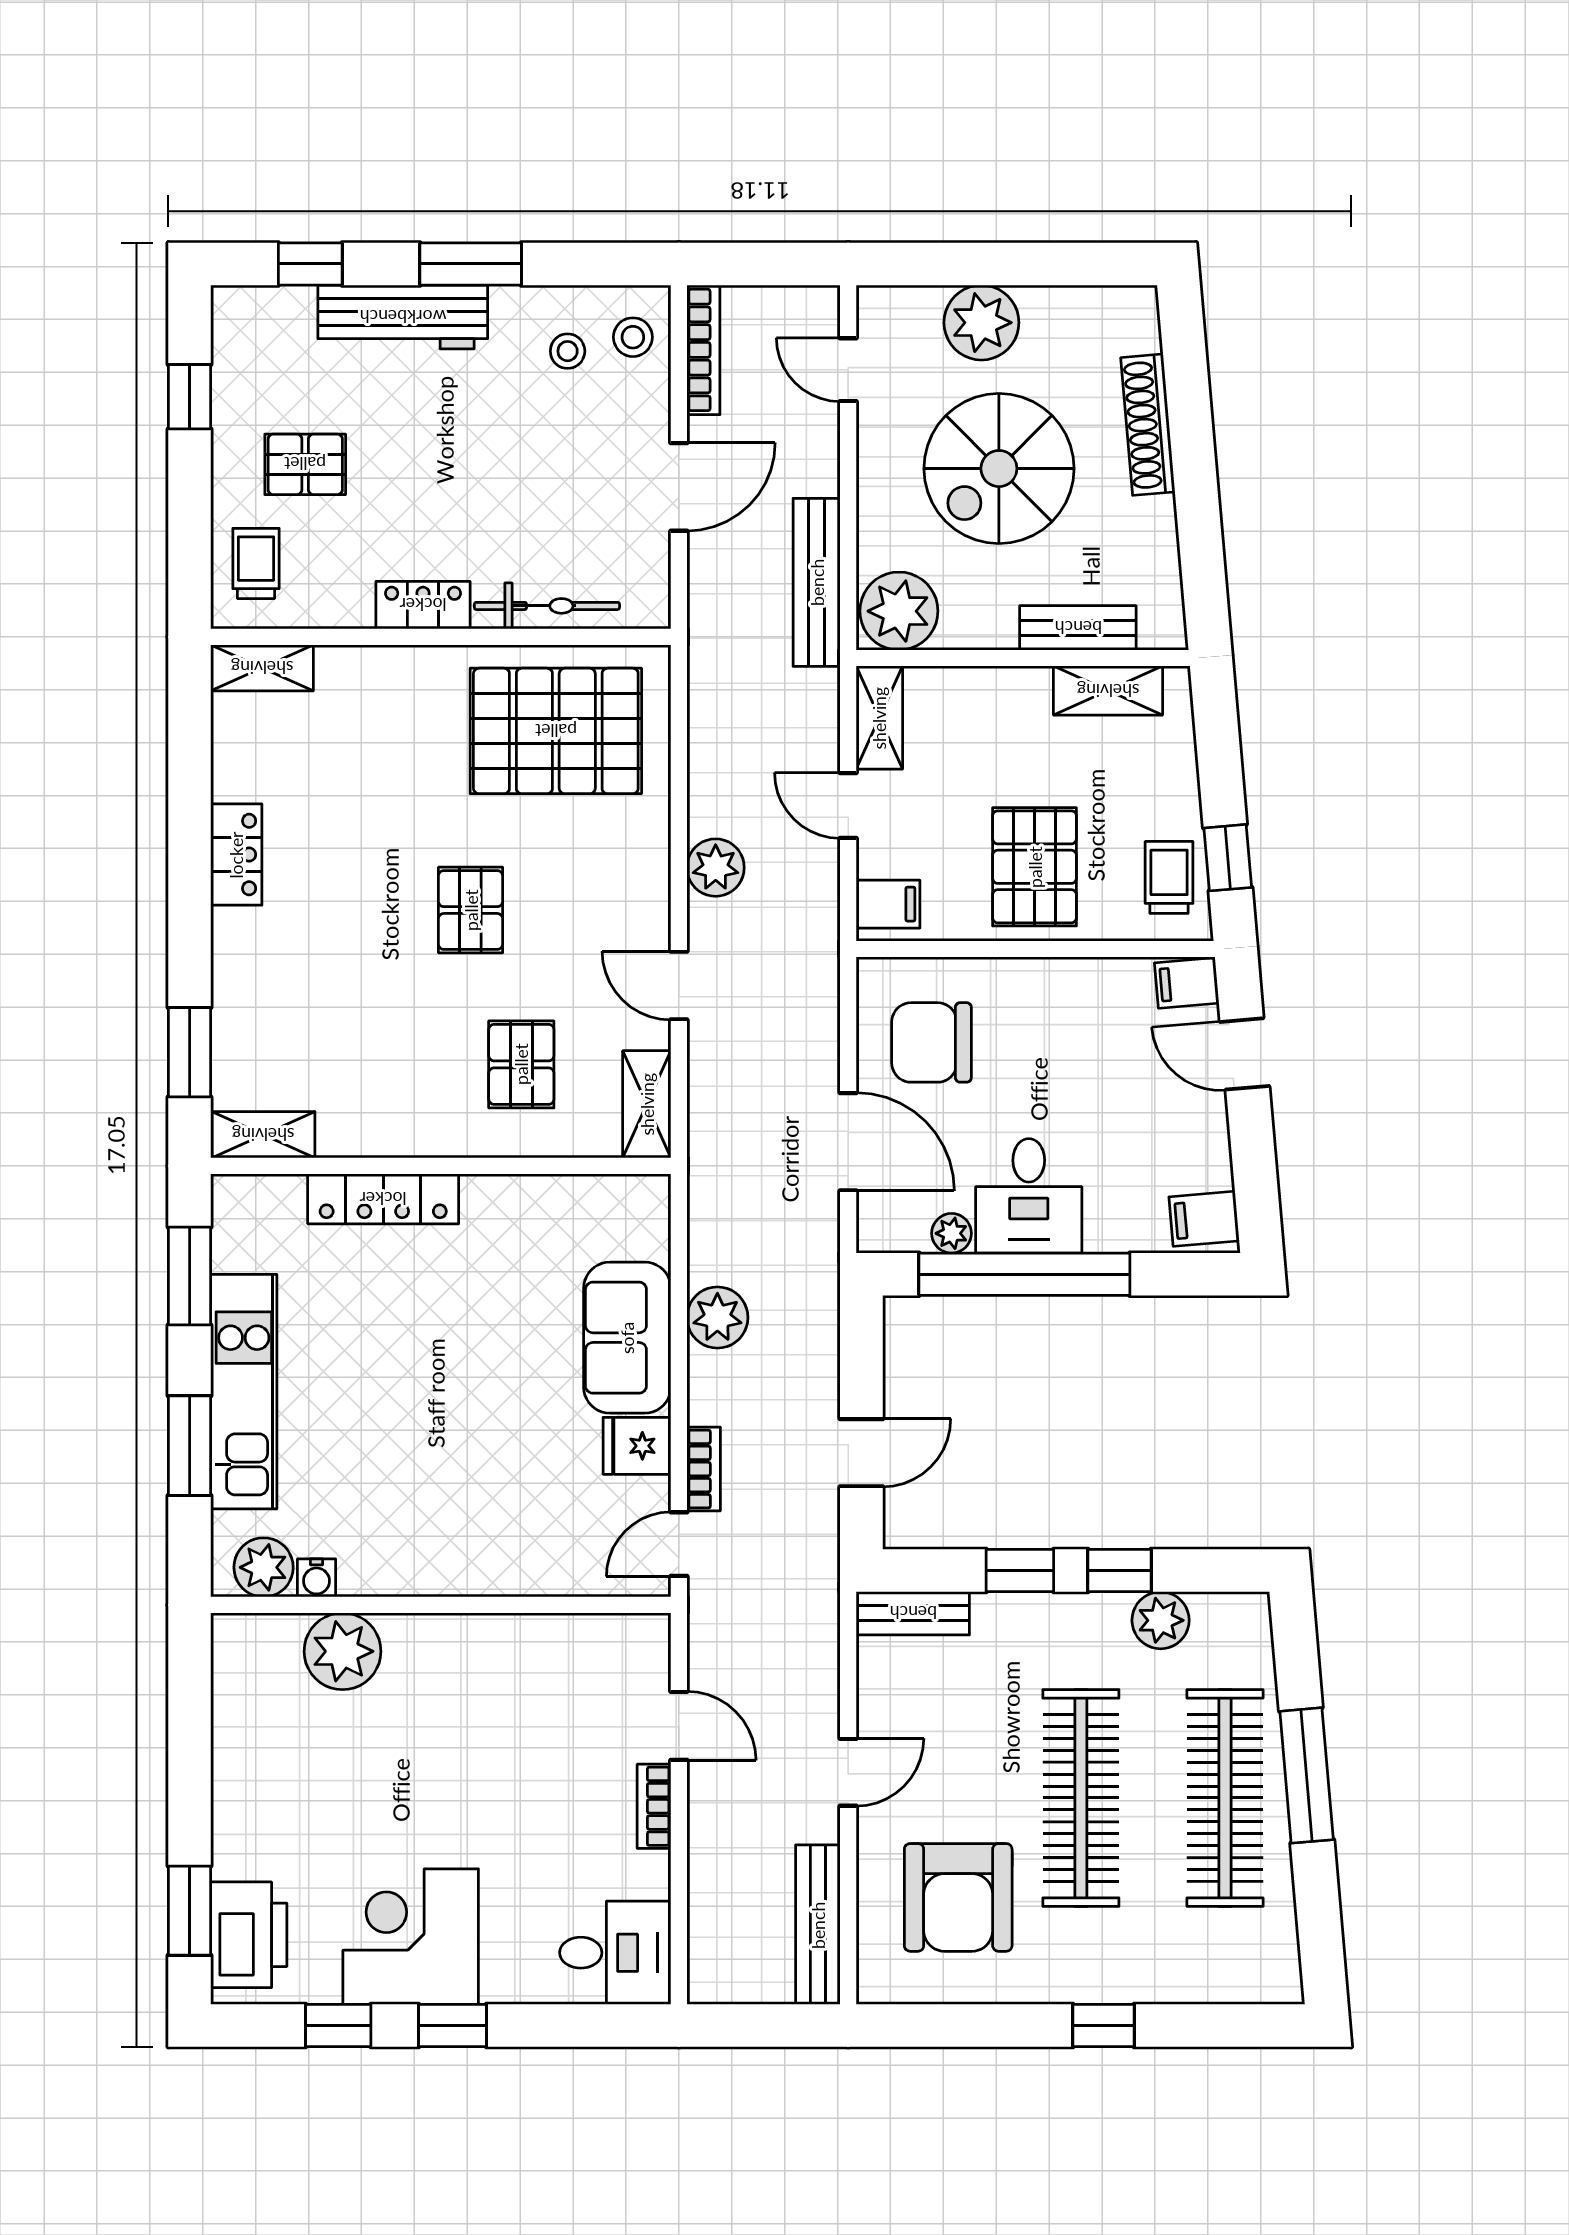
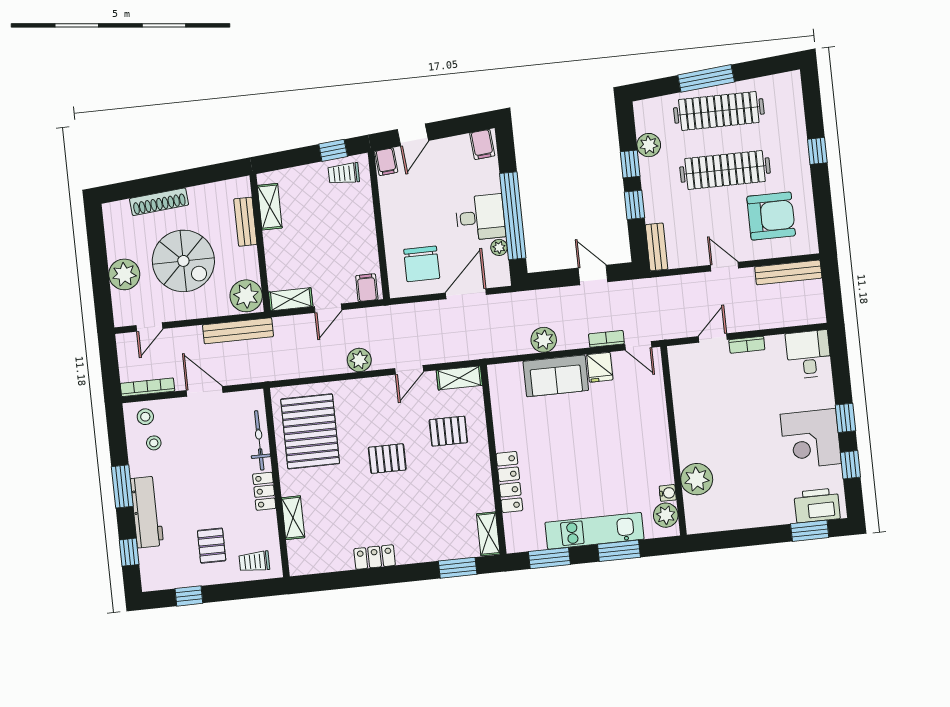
shelving: (262, 668) -> (293, 518), moved
pallet: (1035, 867) -> (345, 229), removed

